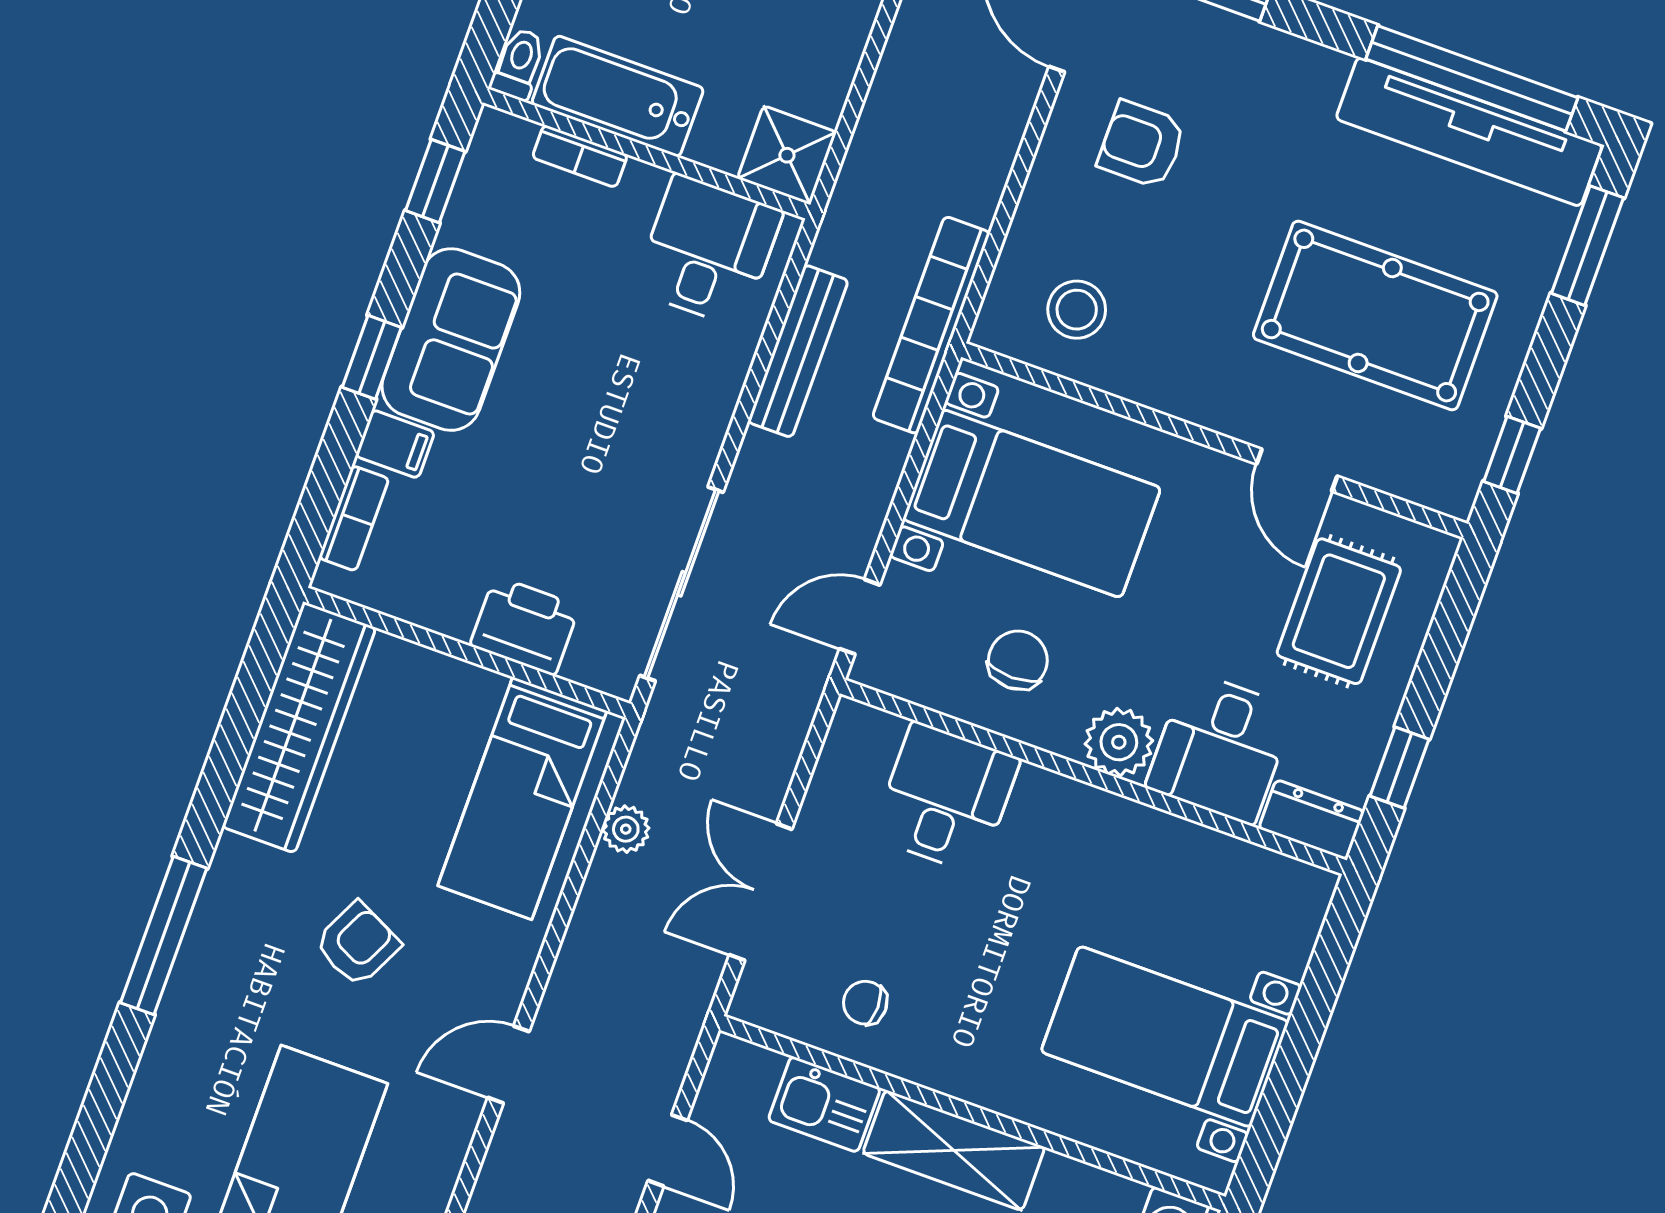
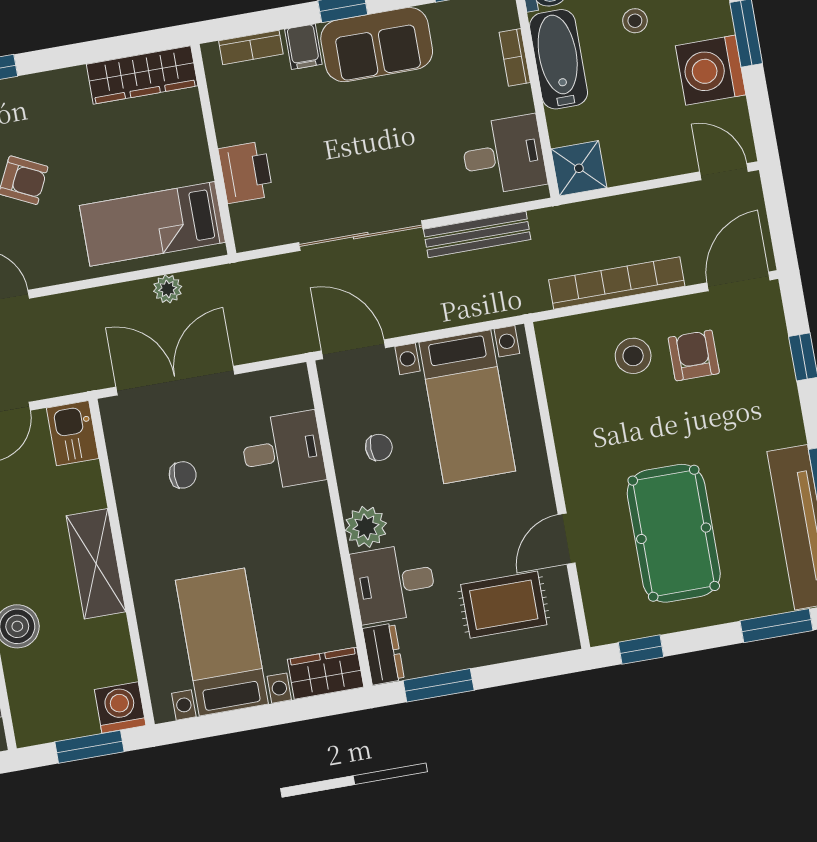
stool: (1077, 310) -> (633, 356), moved
bookcase: (931, 325) -> (617, 283), moved
sliding door: (682, 584) -> (361, 236), moved
door: (860, 617) -> (353, 349), width x1.38
chair: (1018, 660) -> (379, 447), width x0.73, depth x0.73
wardrobe: (299, 727) -> (142, 75), width x0.71, depth x0.85
window: (1400, 768) -> (439, 685), width x1.50
double door: (761, 892) -> (175, 381), width x1.37
wardrobe: (1292, 916) -> (326, 673), added
chair: (865, 1003) -> (183, 475), moved, turned 90
kitchen sink: (824, 1104) -> (73, 433), moved

